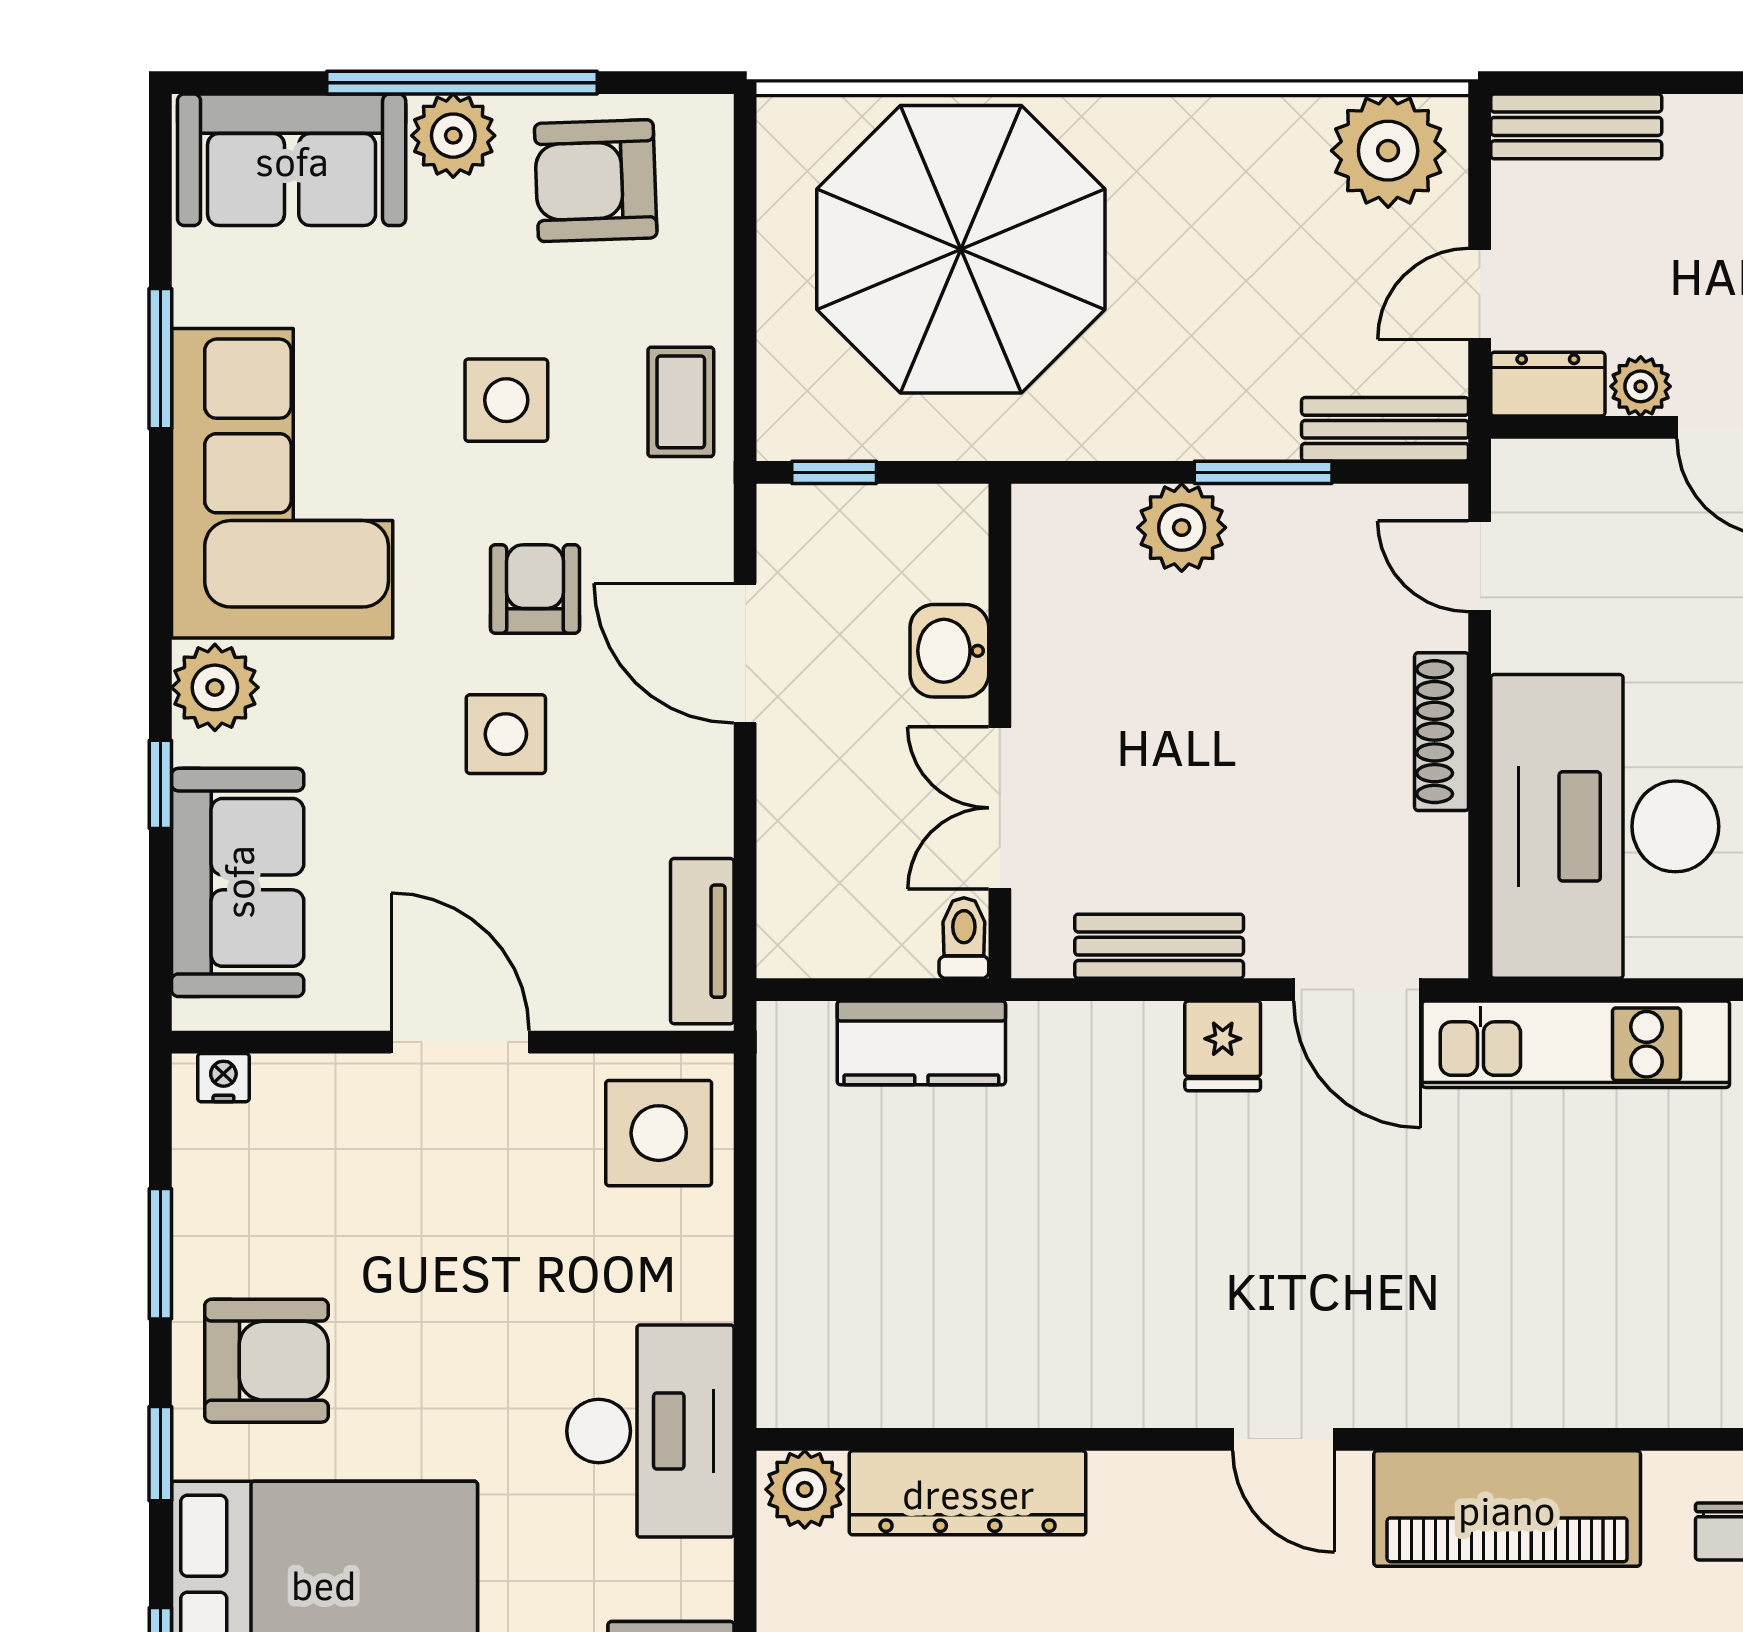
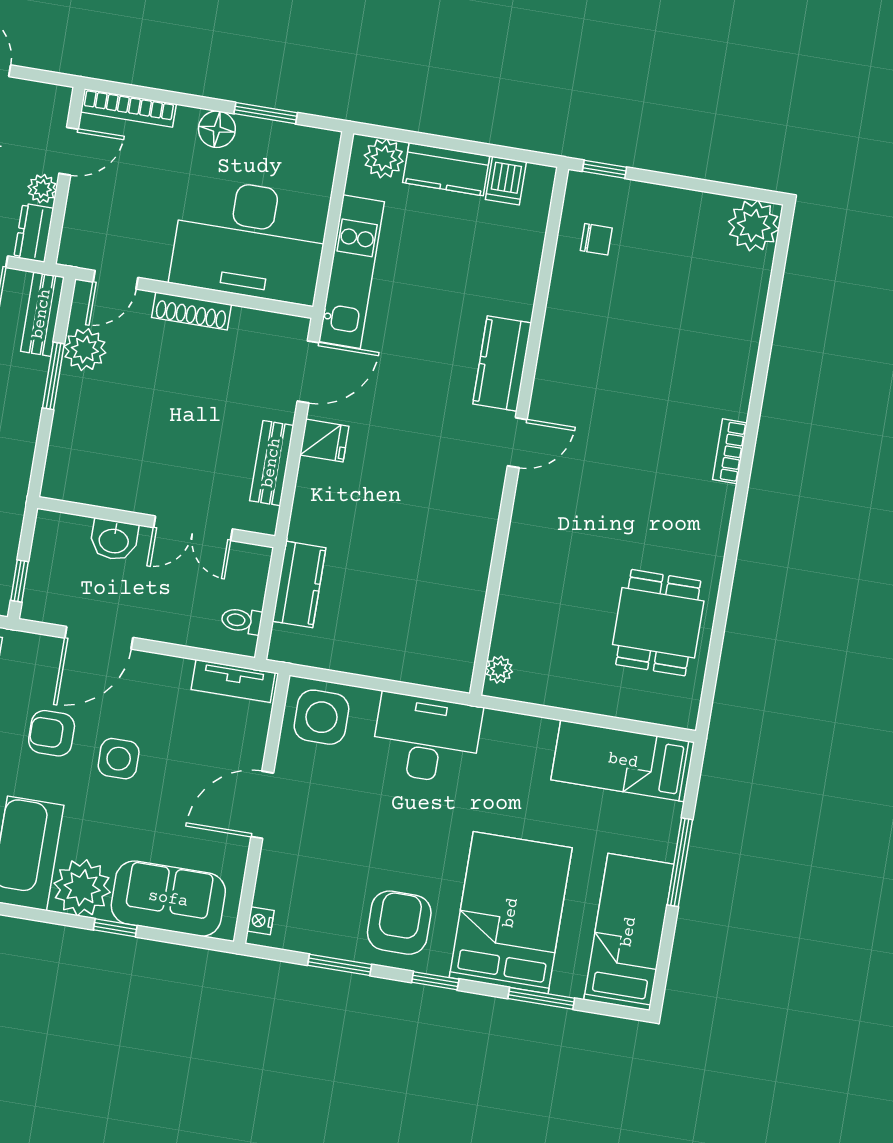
plant: (1182, 528) -> (85, 350), moved
plant: (215, 687) -> (82, 888), width x1.36, depth x1.36
toilet: (964, 938) -> (242, 621), moved
kitchen counter: (1440, 1382) -> (502, 363), added
desk: (650, 1431) -> (426, 739), moved
plant: (805, 1489) -> (499, 670), width x0.73, depth x0.73
dresser: (968, 1493) -> (518, 598), removed
piano: (1507, 1509) -> (568, 341), removed

